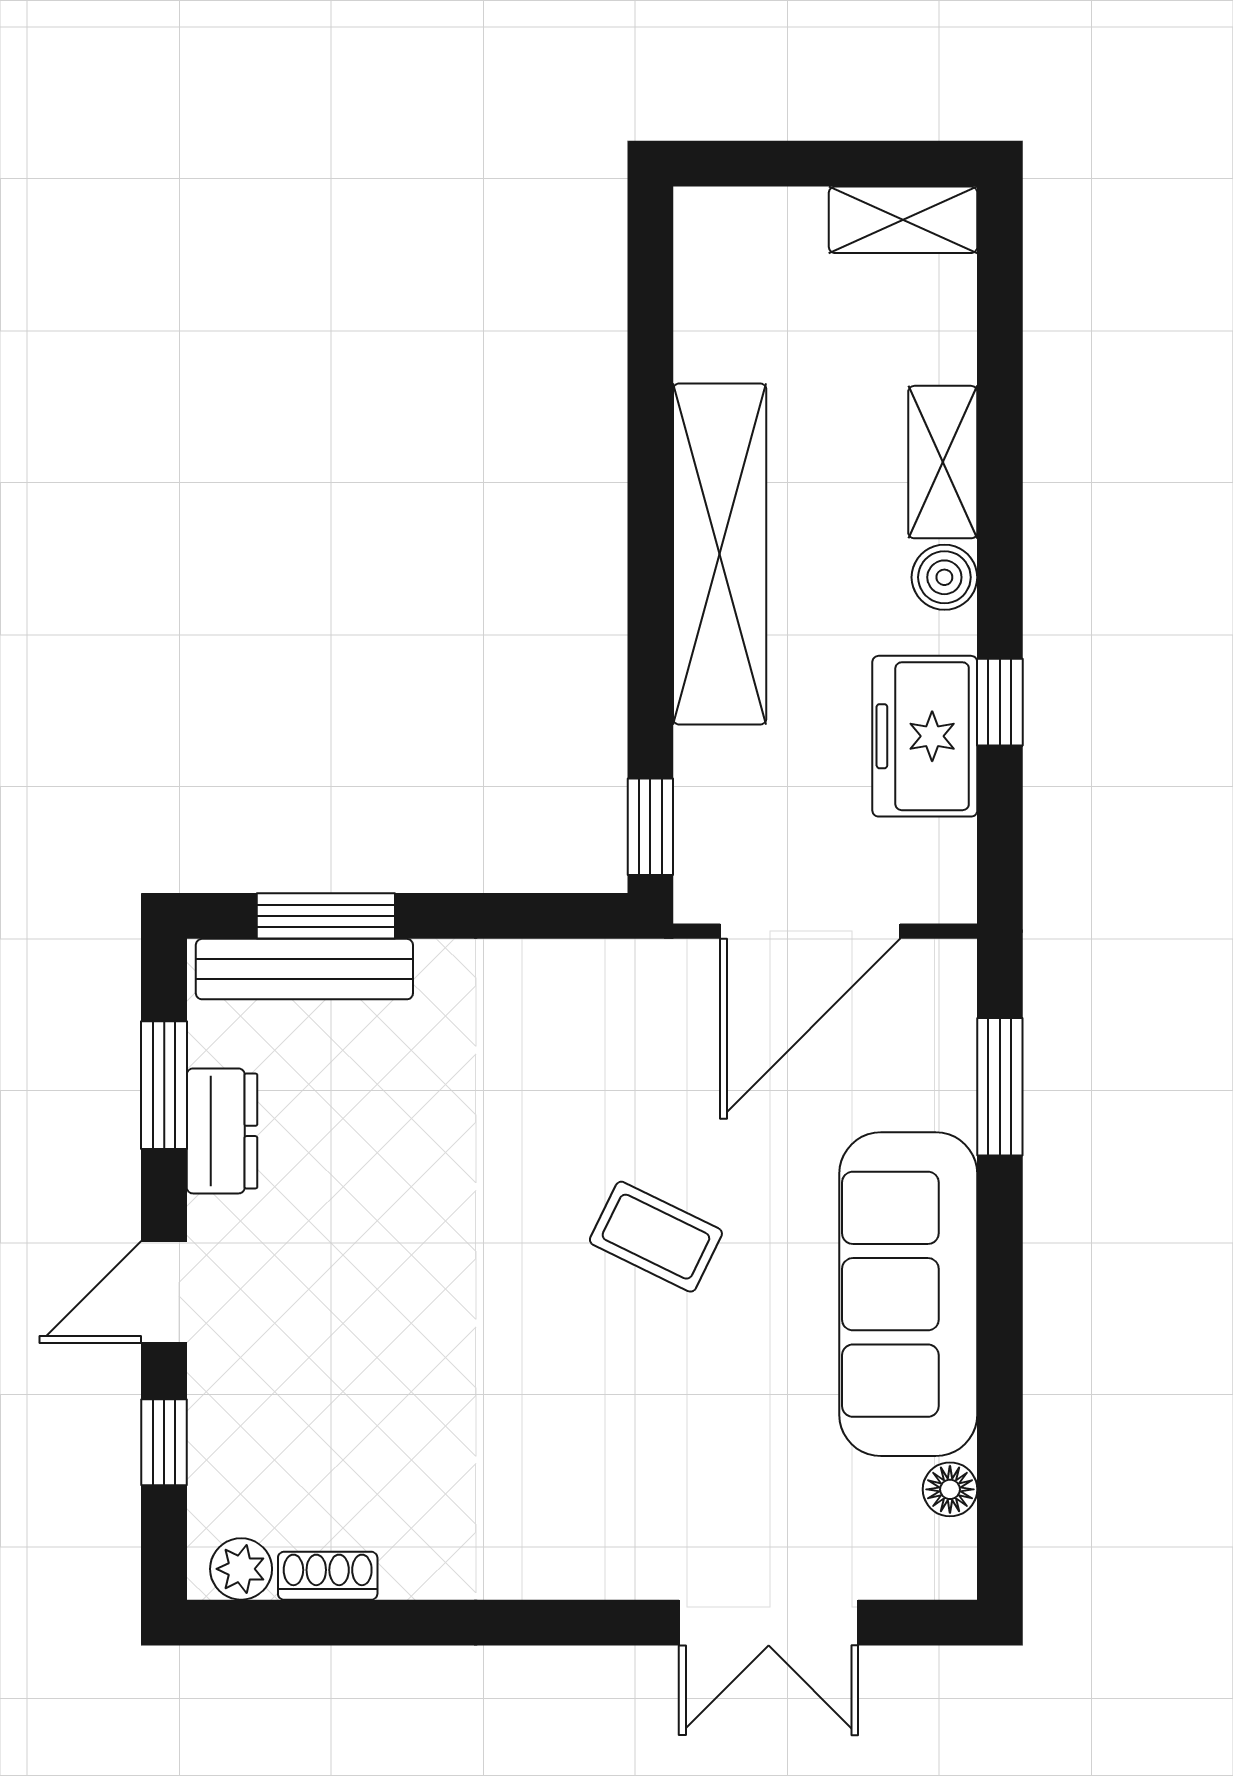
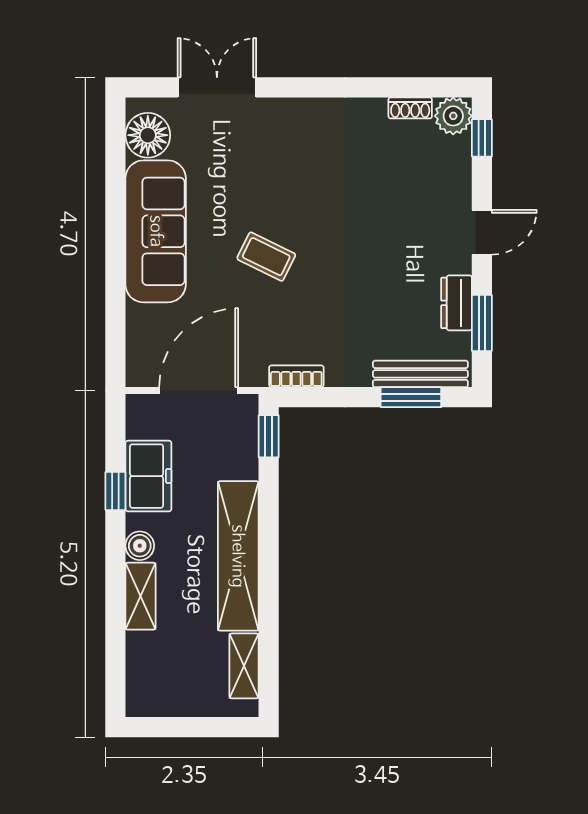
shelving: (903, 220) -> (244, 666), moved, turned 90
bookcase: (587, 964) -> (296, 376), added
window: (1000, 1087) -> (115, 322), removed
window: (164, 1442) -> (482, 138), moved
floor lamp: (950, 1489) -> (148, 135), width x1.89, depth x1.89
plant: (241, 1569) -> (453, 116), width x1.38, depth x1.38

